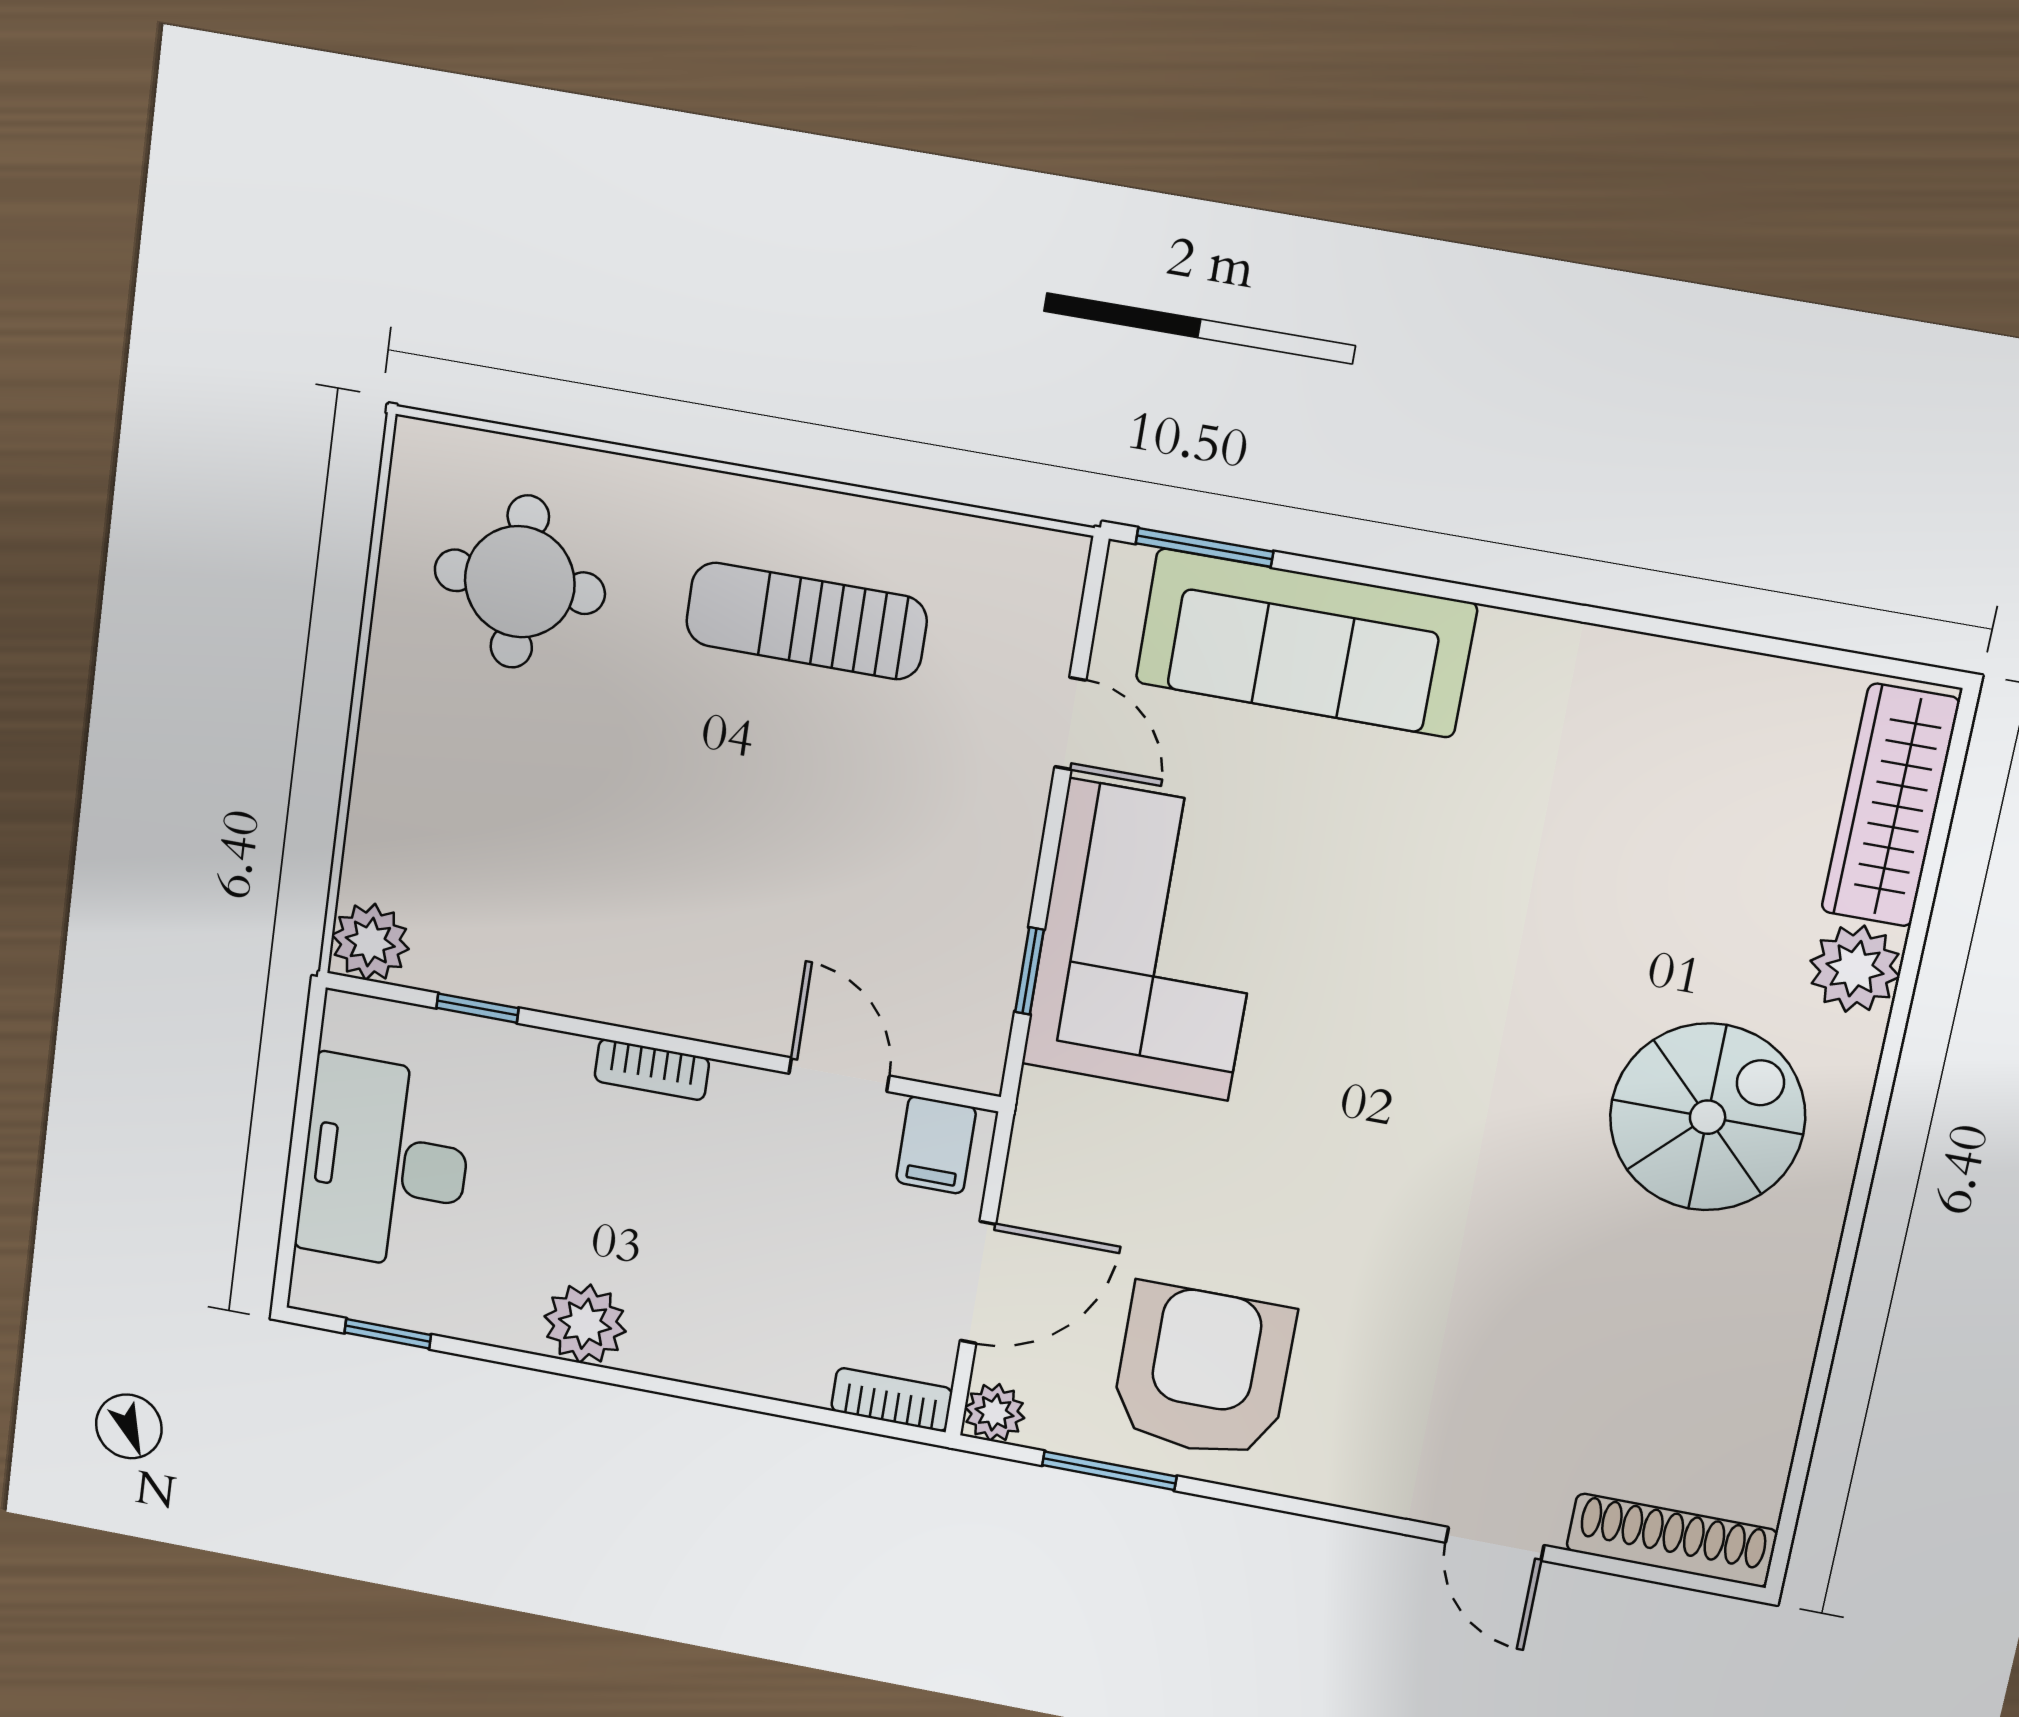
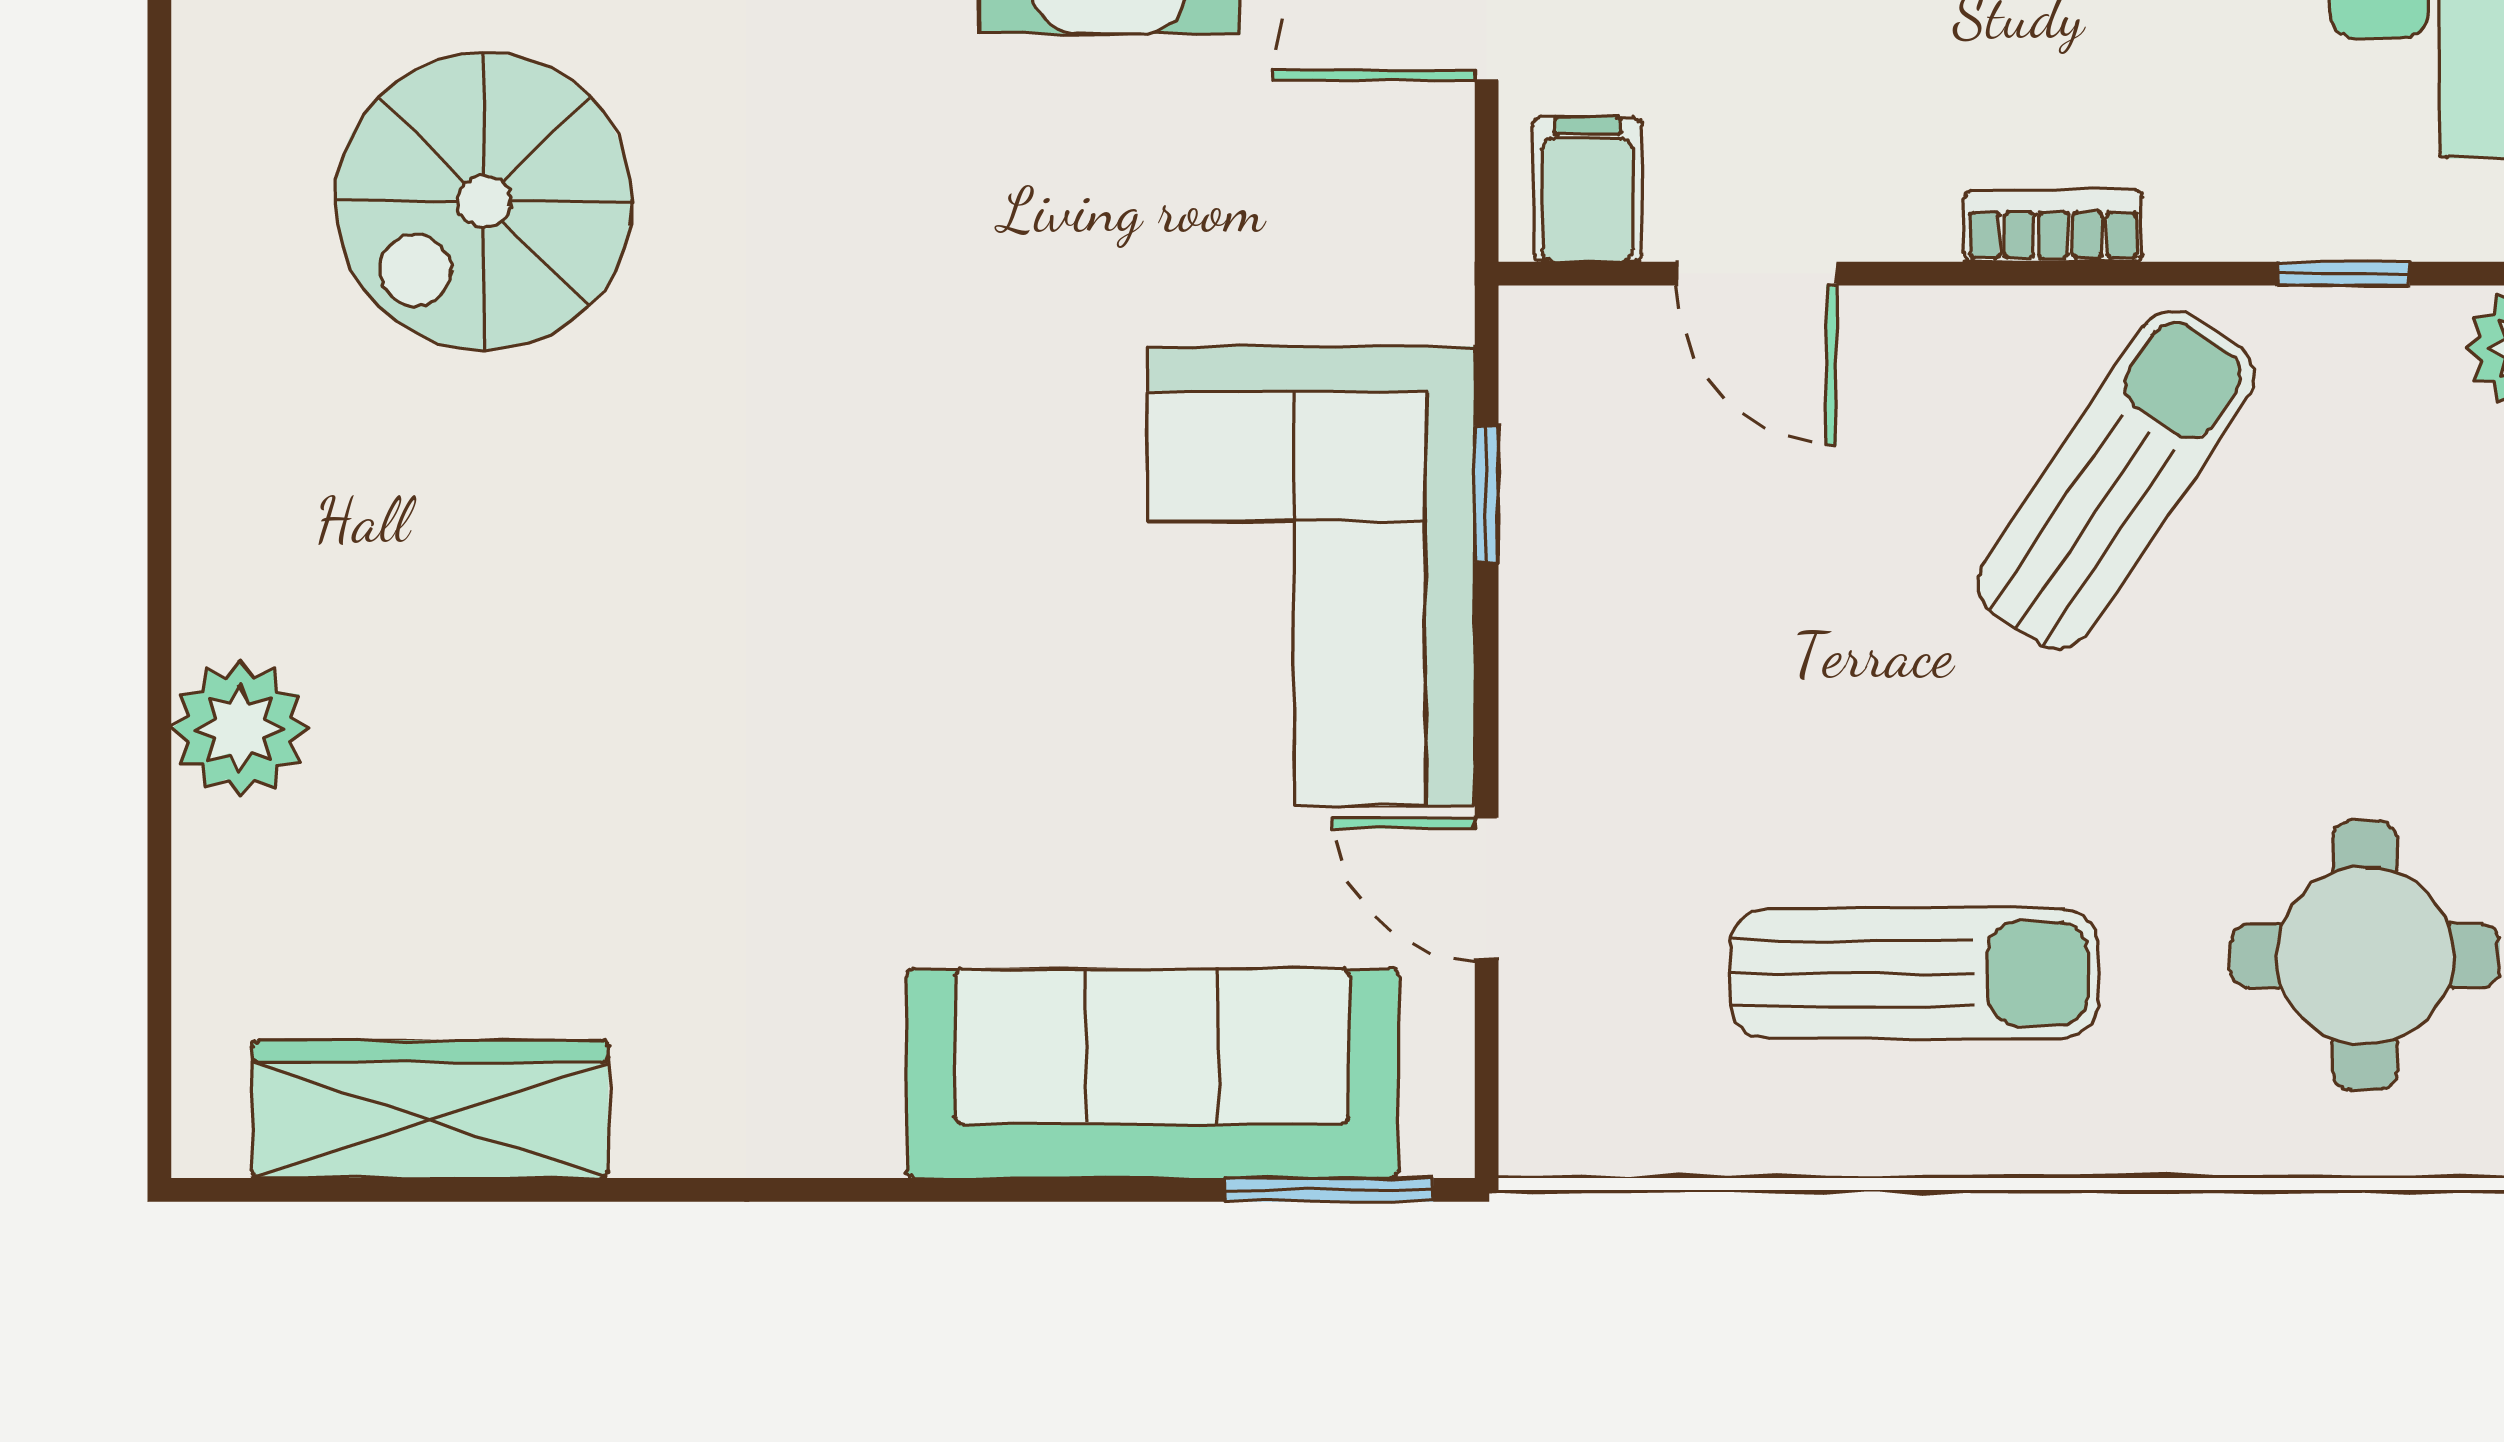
wardrobe: (1890, 805) -> (430, 1109), moved, turned -90
sun lounger: (635, 908) -> (2116, 480), added
spiral stairs: (1708, 1117) -> (484, 202), moved

